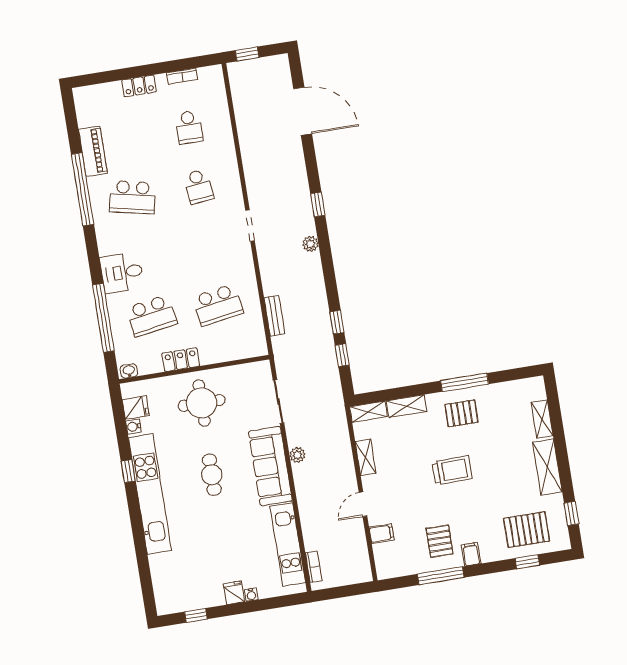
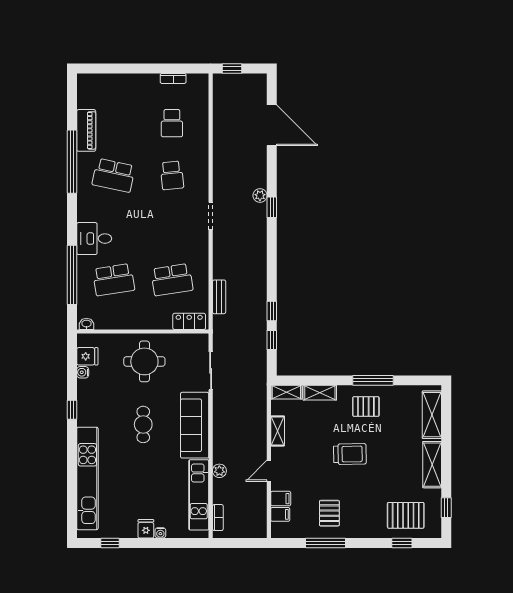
locker: (139, 86) -> (135, 81), removed
plant: (311, 244) -> (260, 195), moved
locker: (181, 360) -> (189, 321), moved
shelving: (542, 419) -> (432, 415), width x1.50, depth x1.33
plant: (297, 455) -> (219, 471), moved
kitchen unit: (150, 494) -> (87, 478), moved
filing cabinet: (471, 554) -> (280, 514), moved, turned 90

